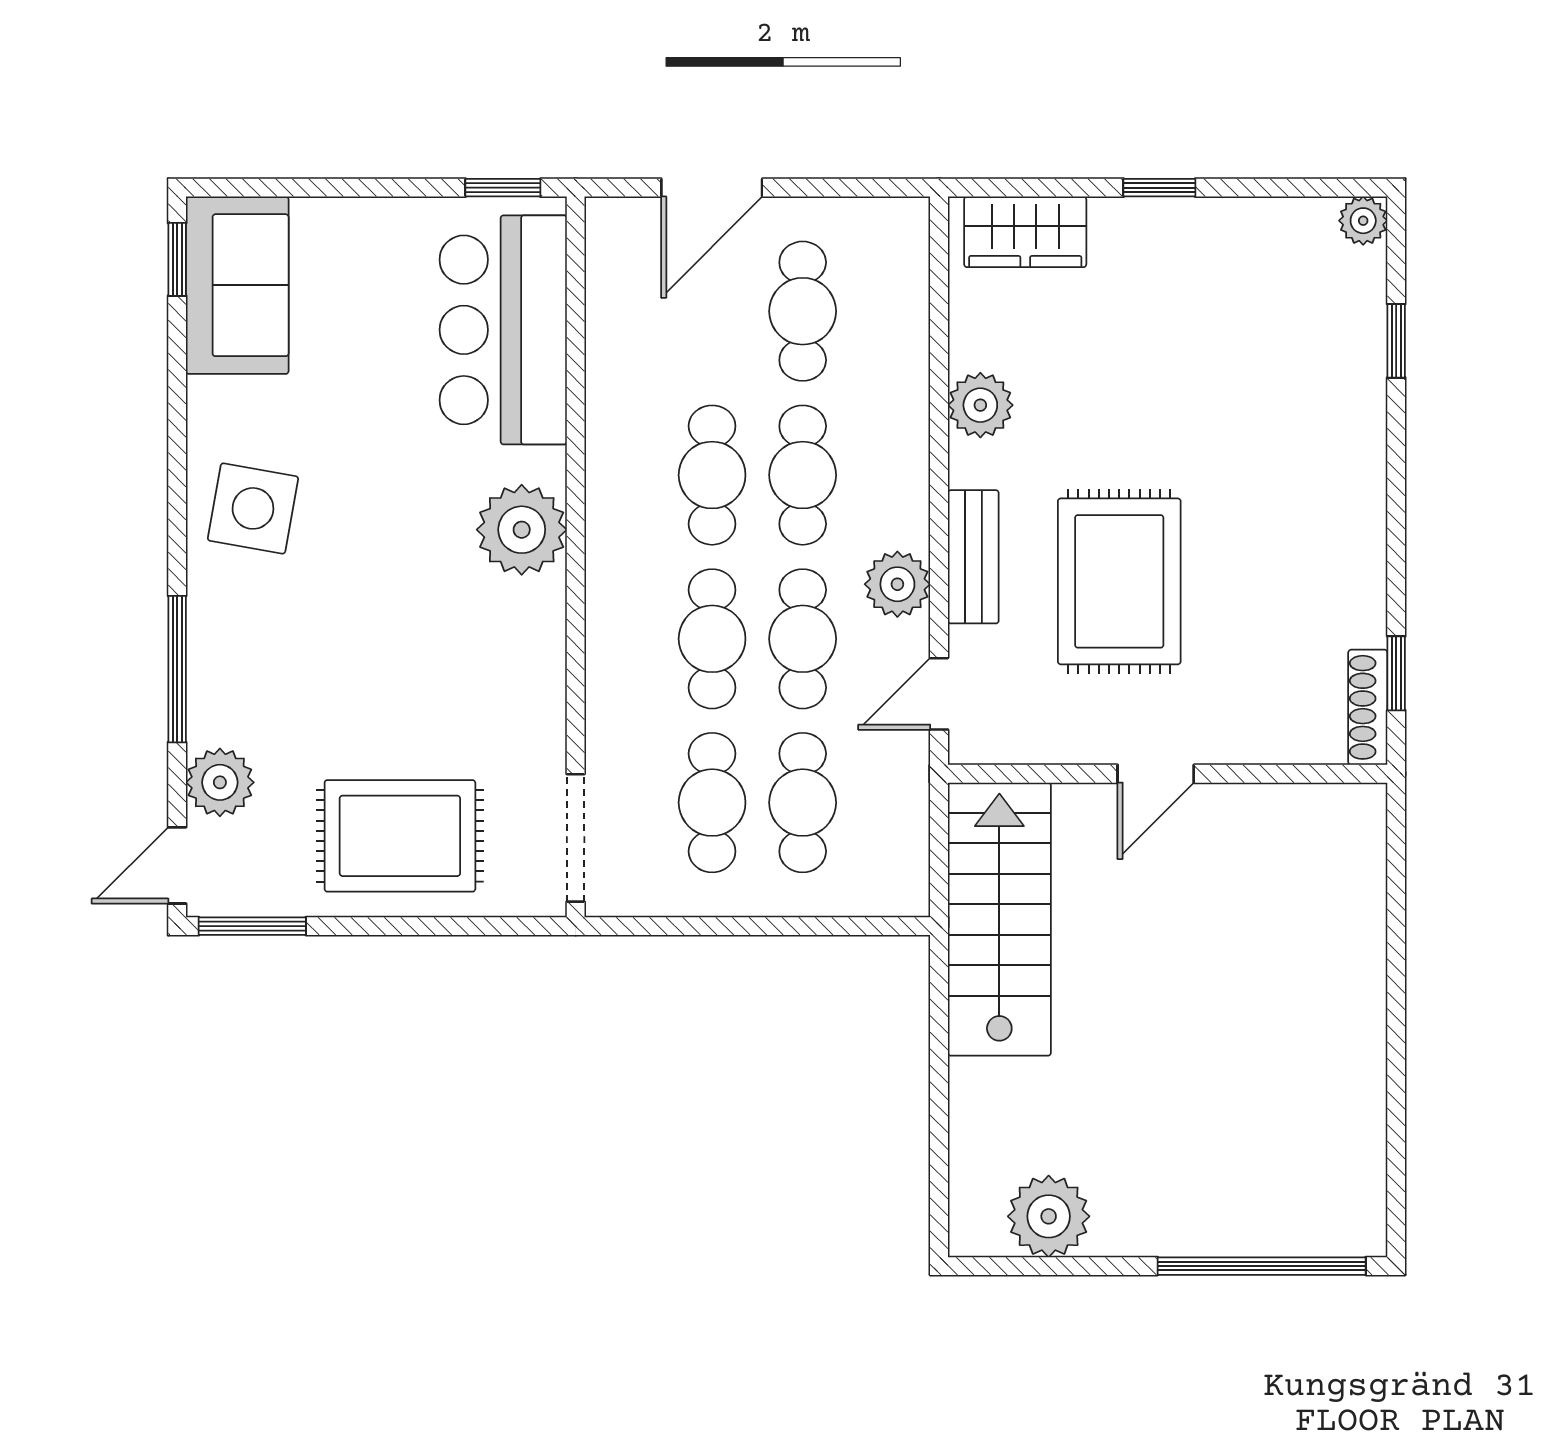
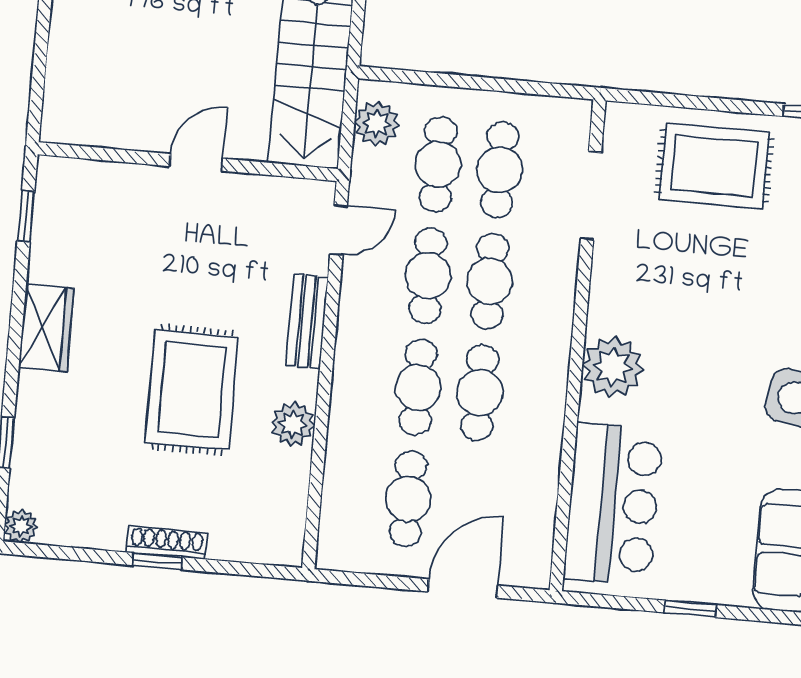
window: (503, 188) -> (690, 609), moved
wardrobe: (1025, 232) -> (46, 328), moved, turned 90
rug: (1119, 581) -> (192, 390), moved
plant: (897, 584) -> (377, 124), moved
shoe rack: (1368, 707) -> (167, 543), moved, turned -90
doorway: (576, 838) -> (591, 196), moved

